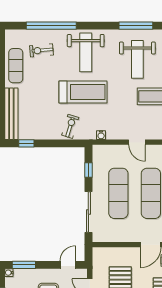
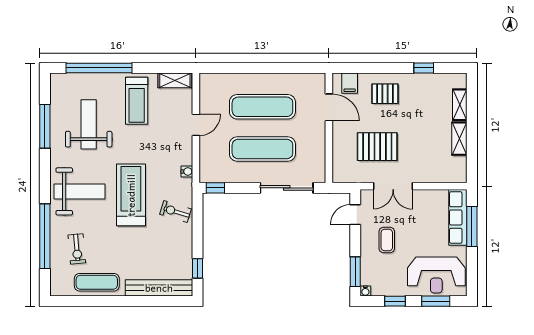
weight bench: (137, 59) -> (89, 124), turned -90
window: (88, 170) -> (215, 188), moved
door: (68, 265) -> (355, 215), hinge flipped

